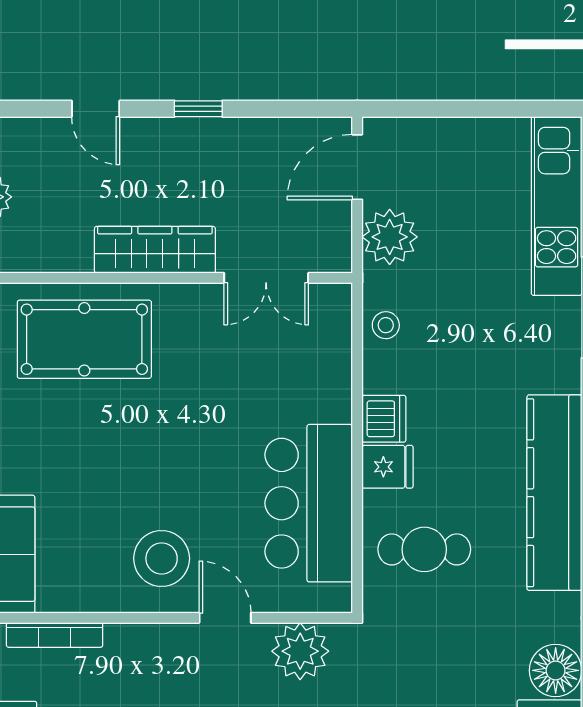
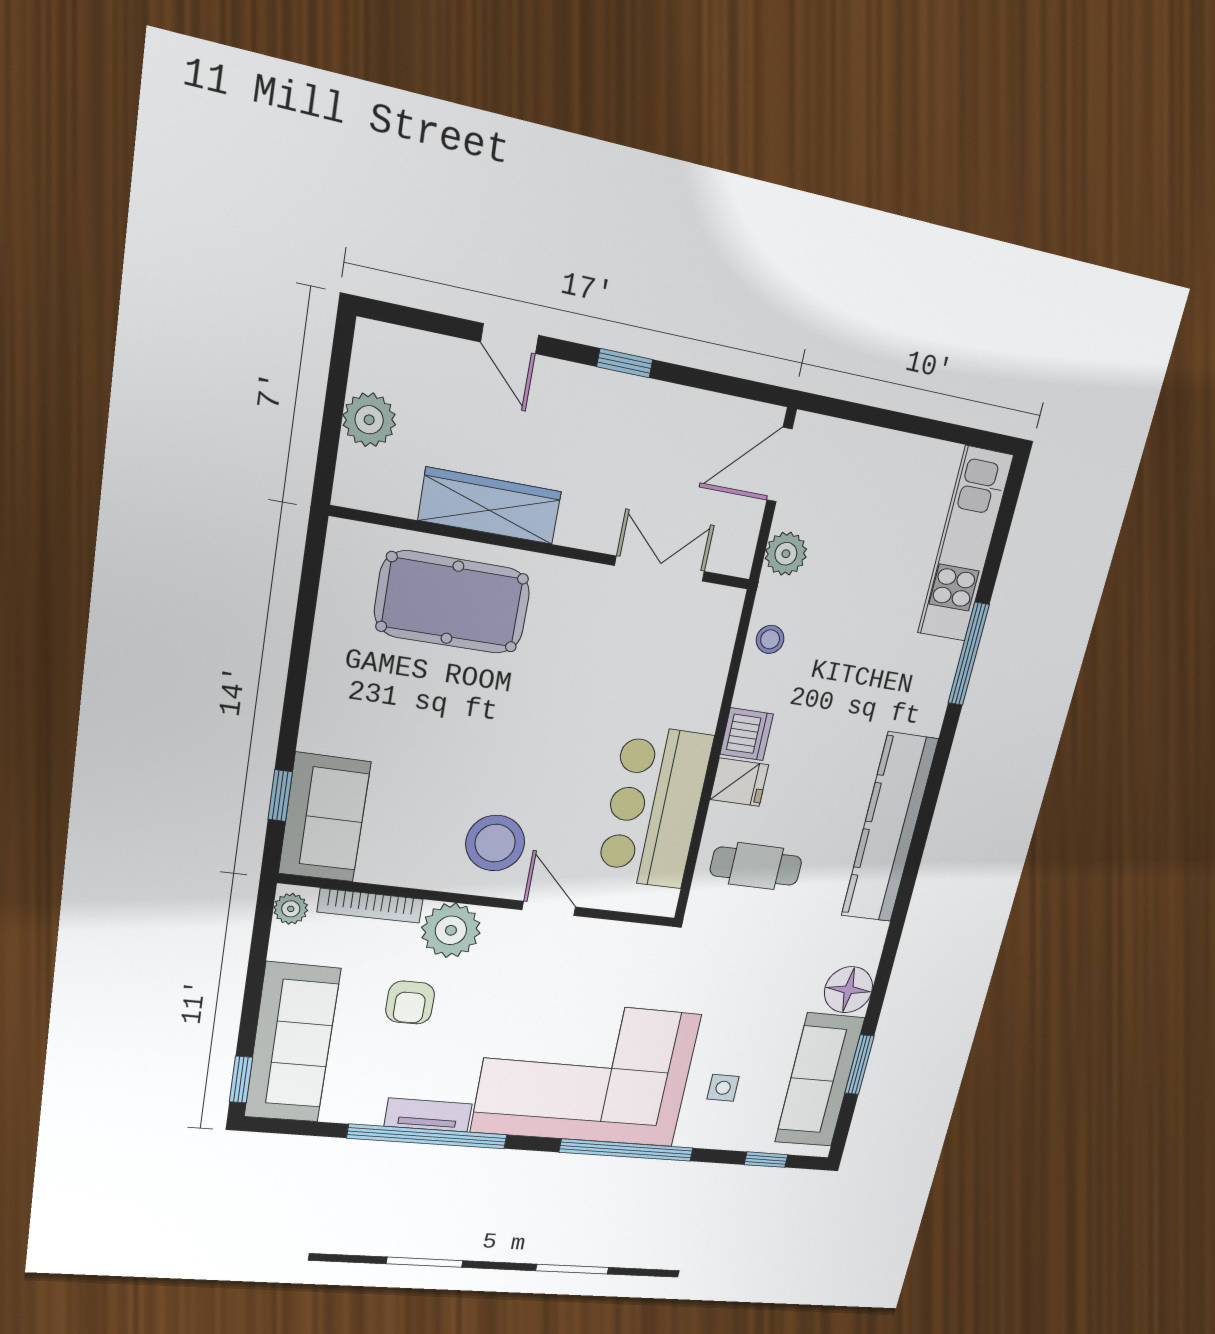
plant: (390, 237) -> (786, 554), width x0.73, depth x0.73
wardrobe: (155, 250) -> (490, 506), moved
double door: (266, 278) -> (660, 569), swing flipped
plant: (300, 651) -> (451, 930), moved

